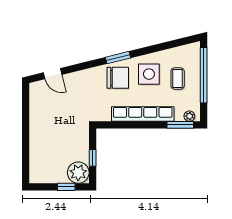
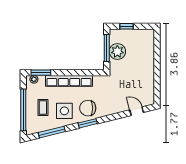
window: (166, 46) -> (52, 132), added
window: (93, 158) -> (107, 48), width x2.17
plant: (78, 173) -> (117, 51), moved

